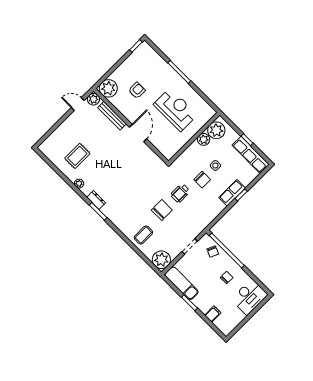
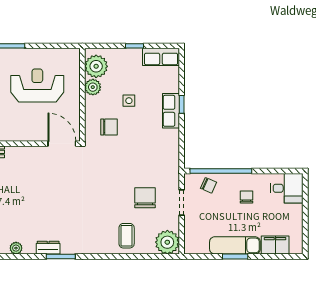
door: (138, 133) -> (62, 144), moved
row of seats: (251, 155) -> (161, 57), width x0.68
chair: (202, 180) -> (109, 127), moved
wheelchair: (180, 193) -> (122, 161), removed
chair: (162, 210) -> (145, 198), moved
exam couch: (182, 283) -> (235, 245), moved
desk: (249, 297) -> (287, 188), width x0.73
filing cabinet: (213, 314) -> (275, 245), width x2.00

